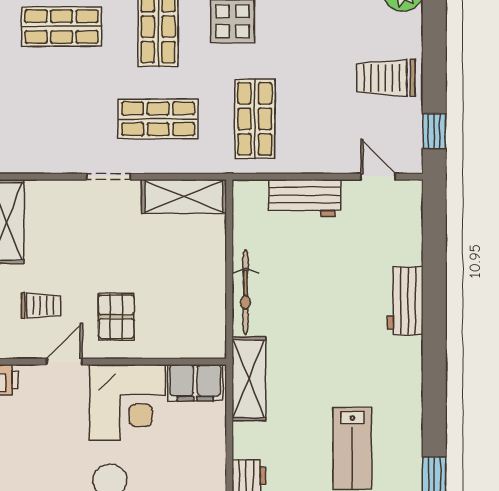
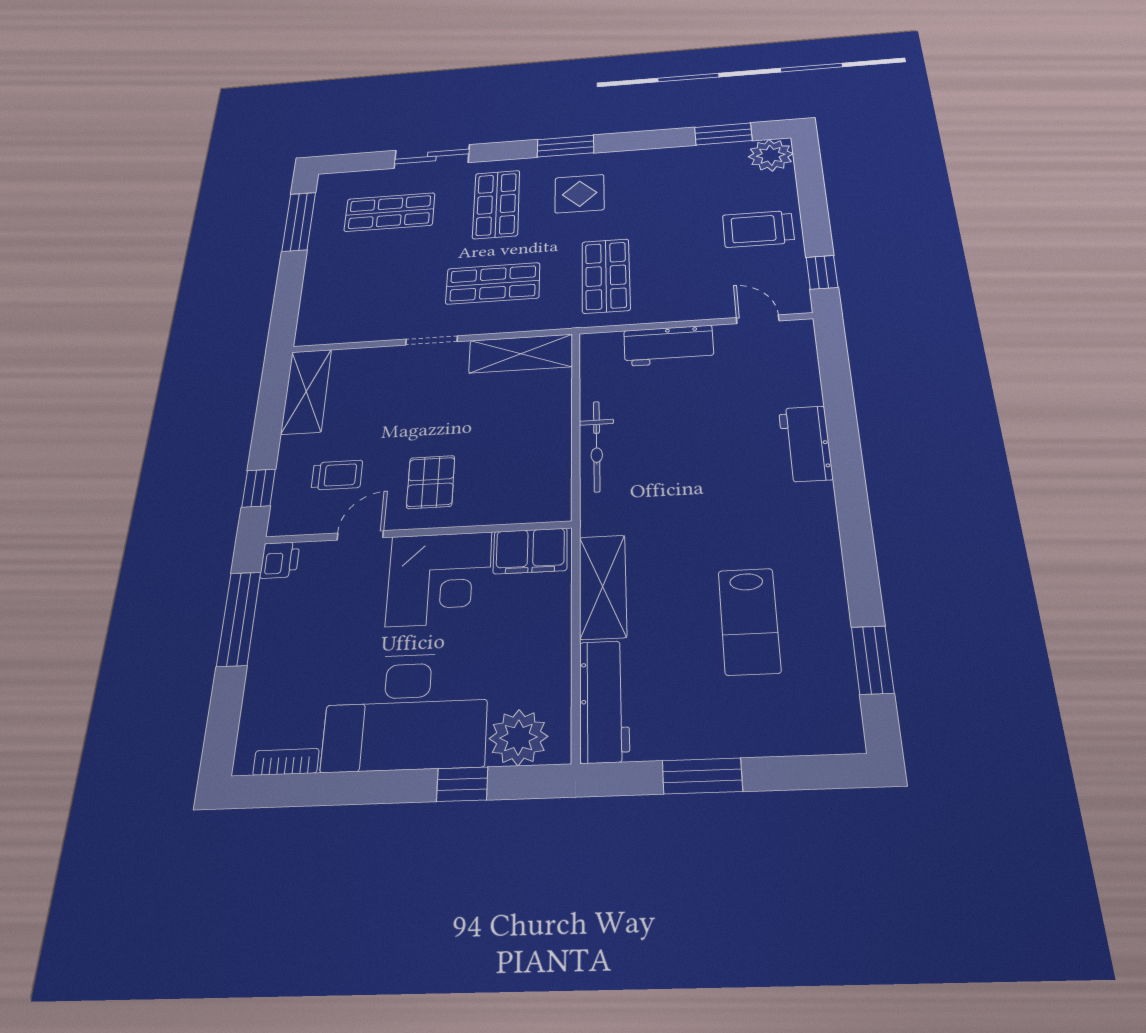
shelving: (249, 379) -> (603, 586), moved

